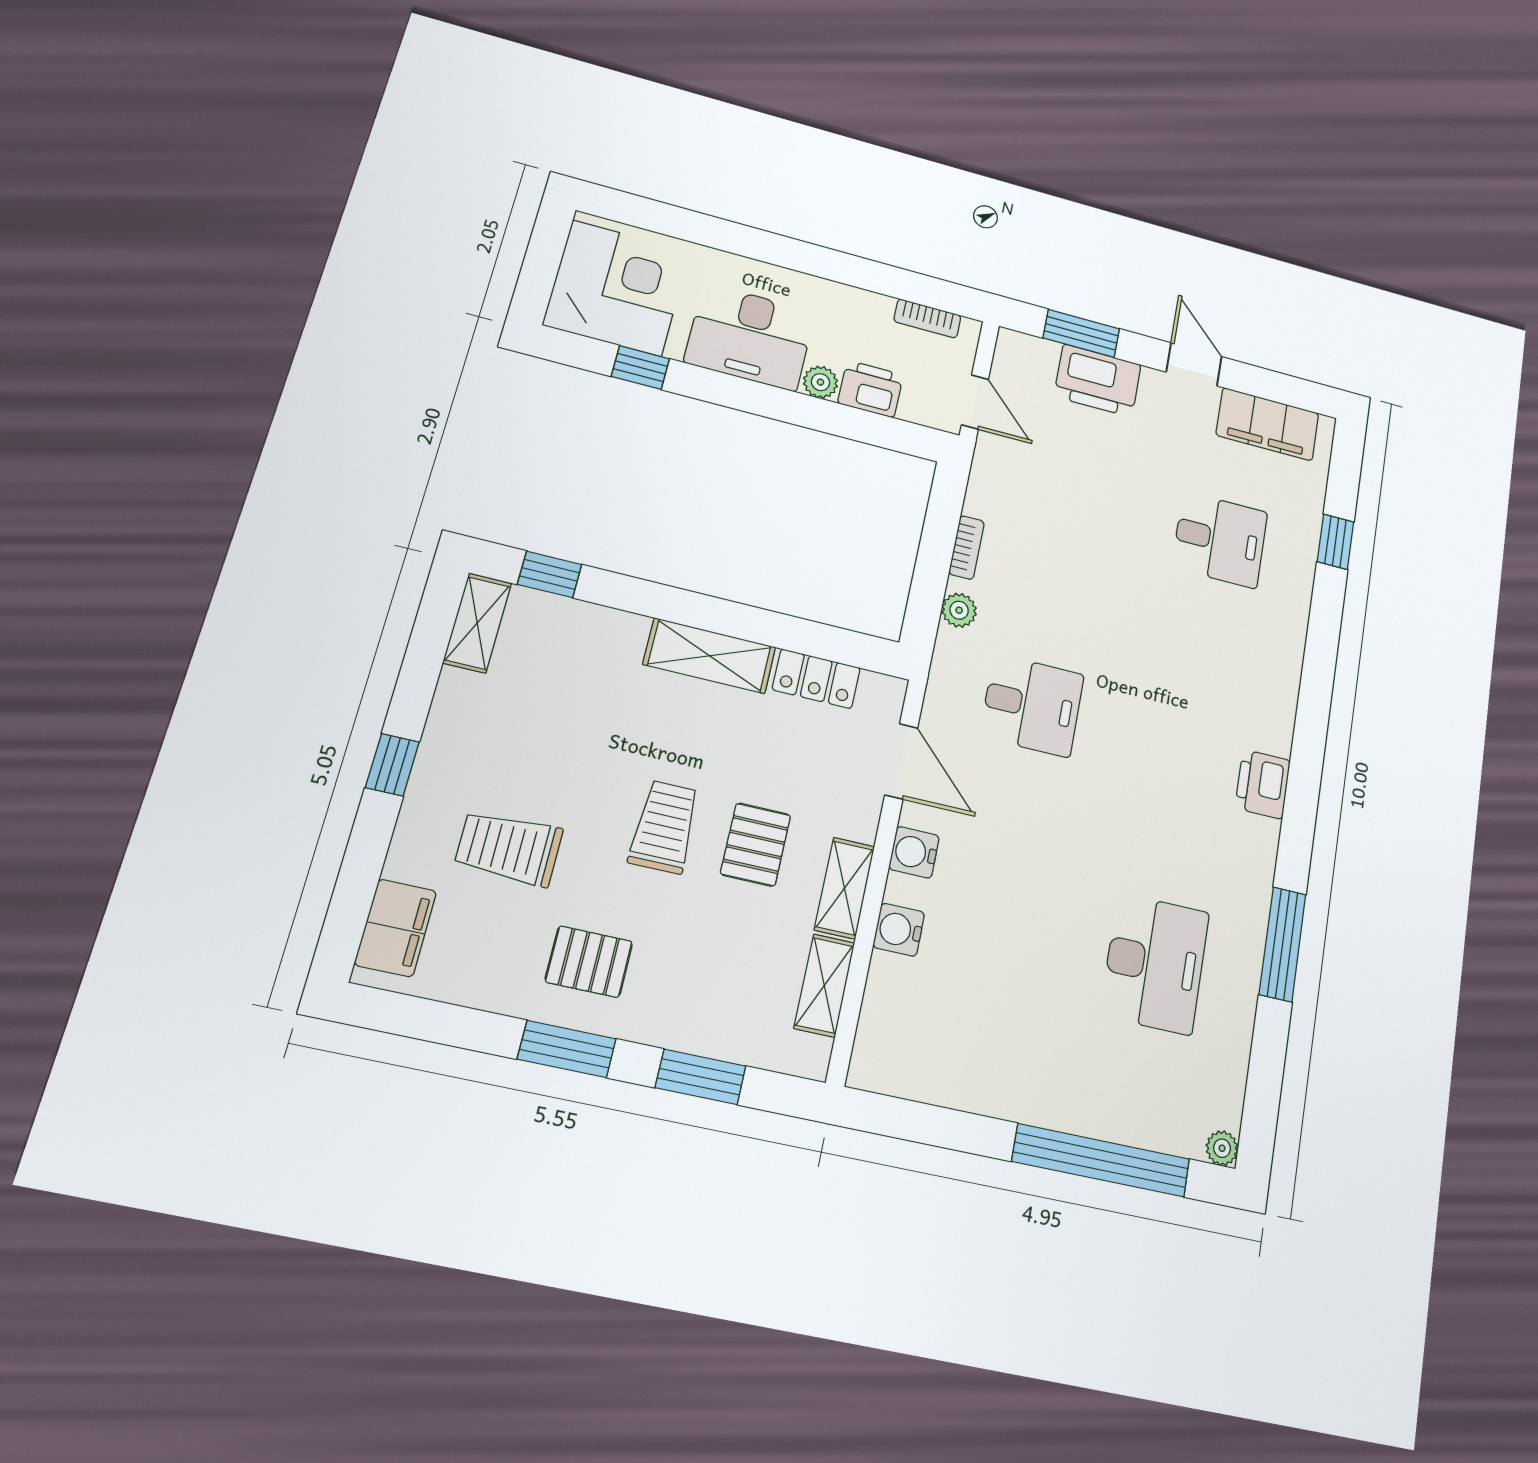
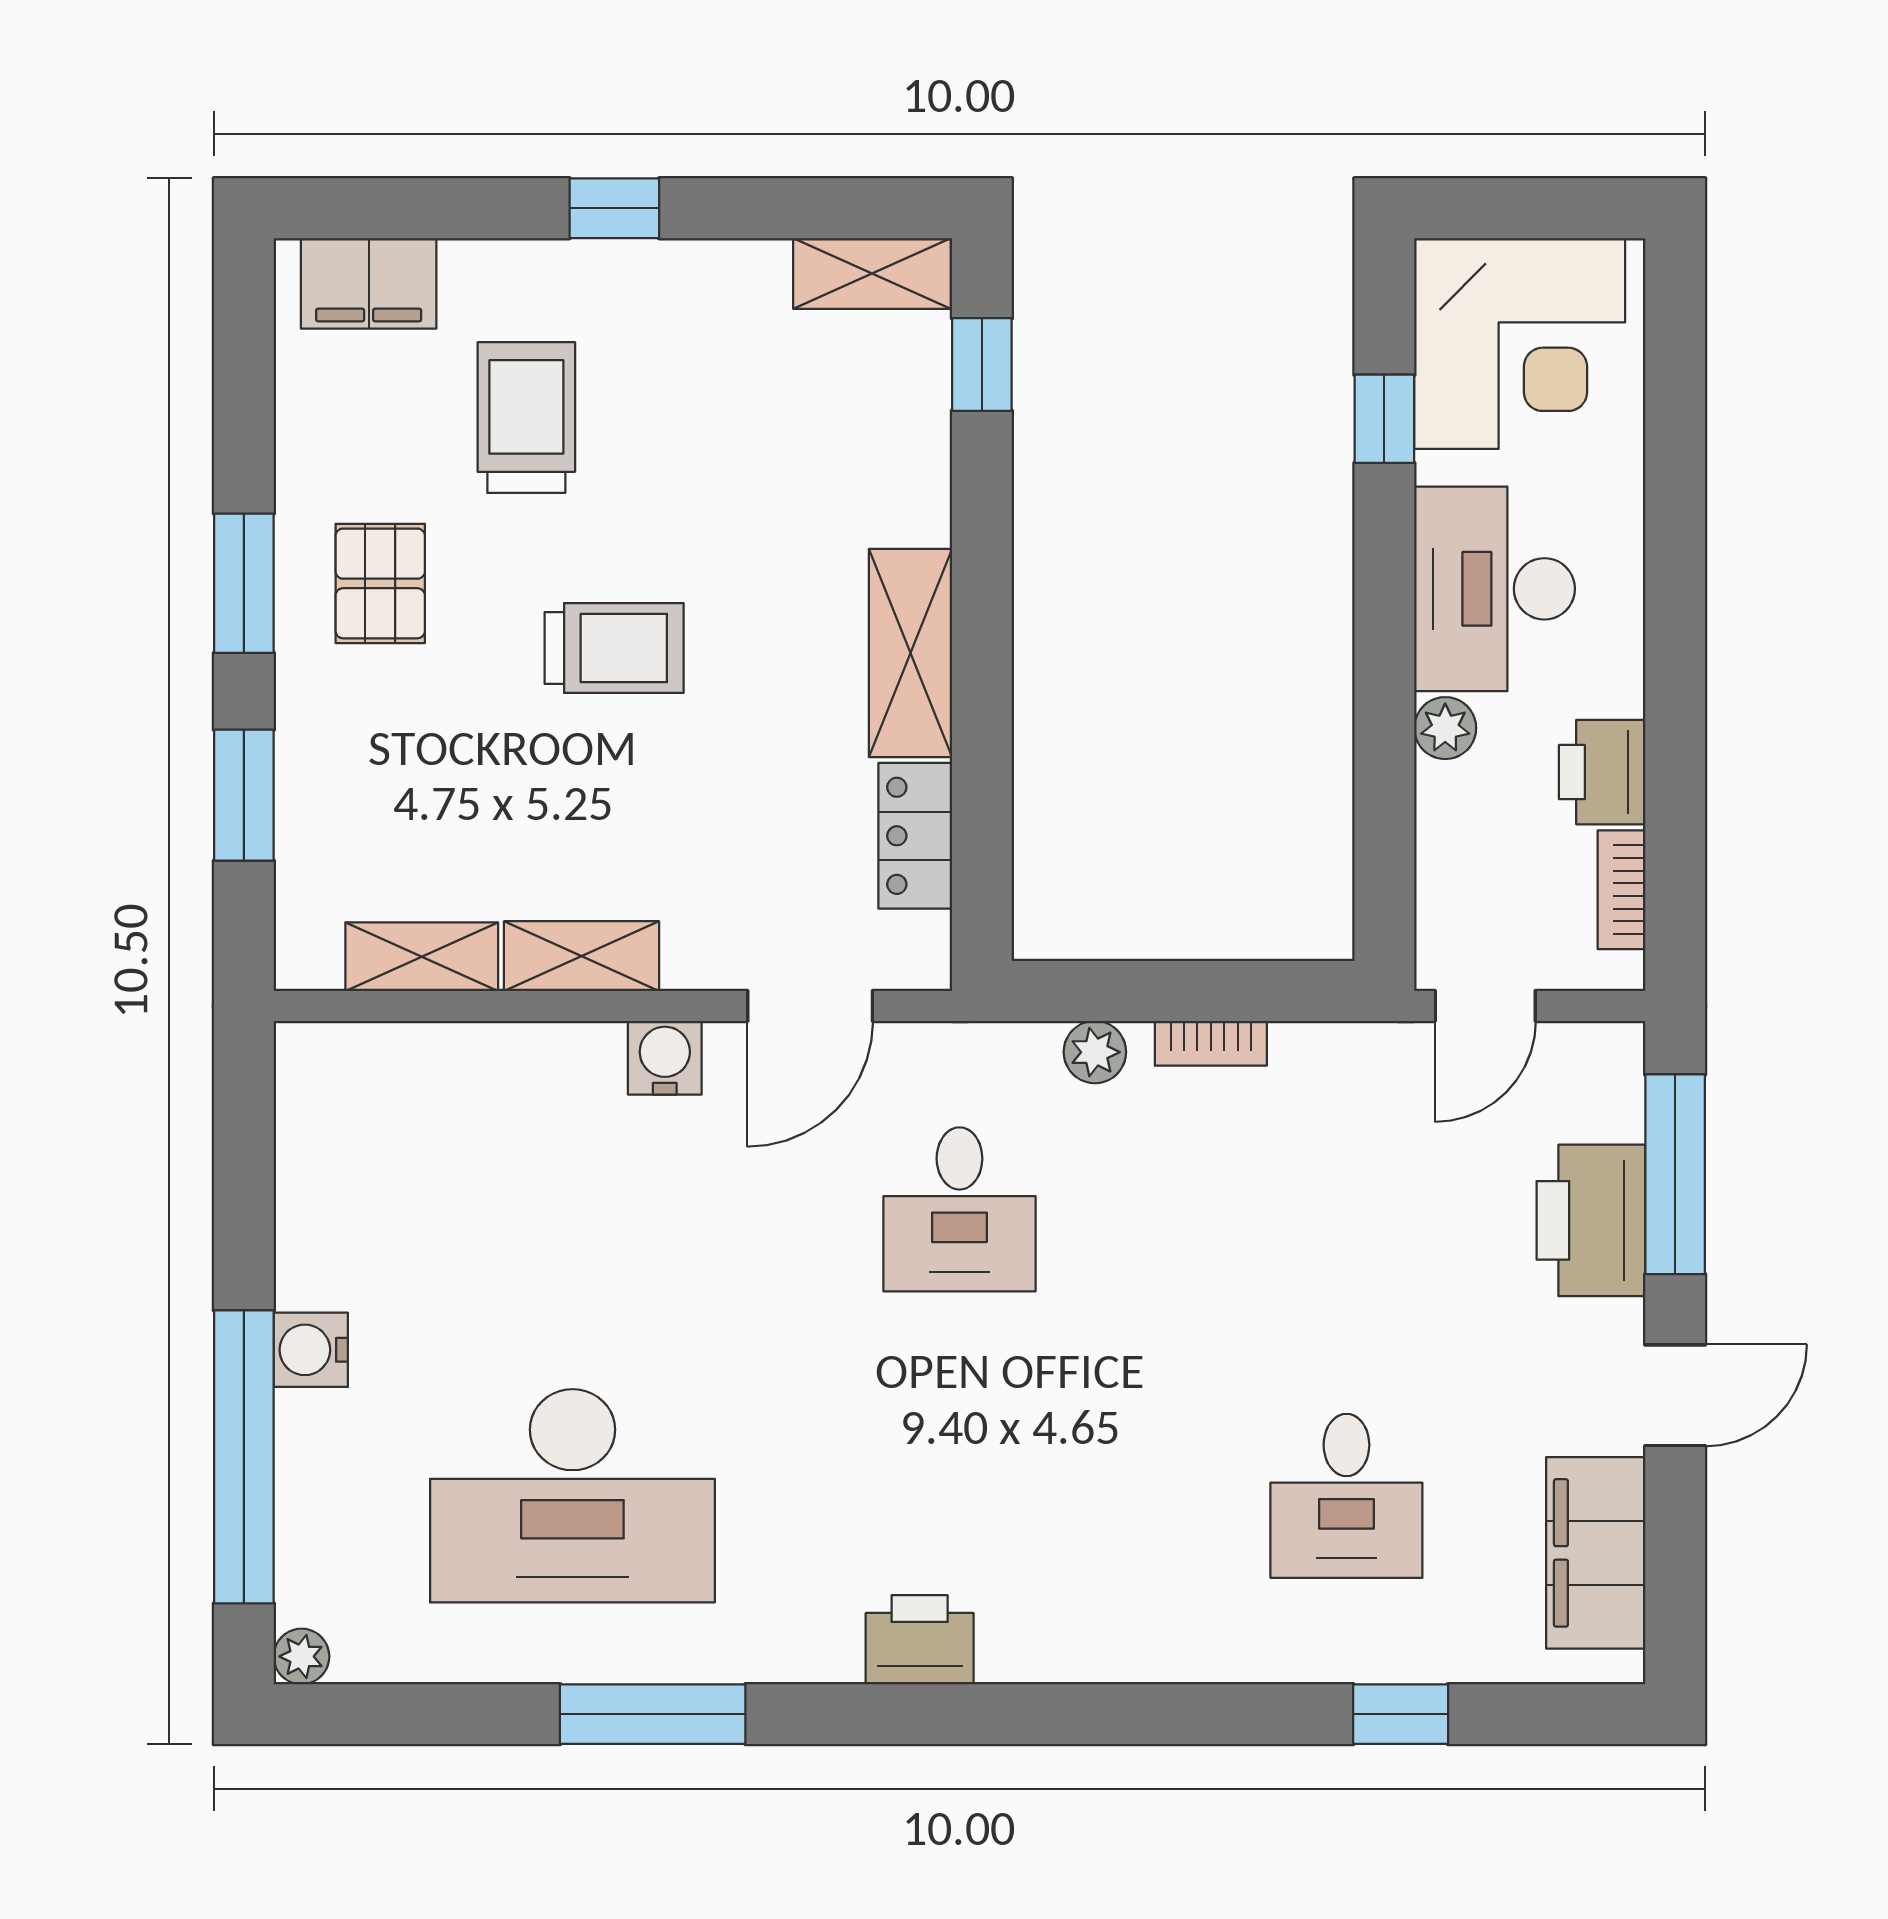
window: (1081, 333) -> (1675, 1174), width x1.44
printer: (871, 389) -> (1602, 772), moved, turned 180
pallet: (756, 845) -> (619, 798), removed
water cooler: (899, 930) -> (311, 1350), moved, turned -90
desk: (1155, 964) -> (572, 1496), width x1.36, depth x1.30

